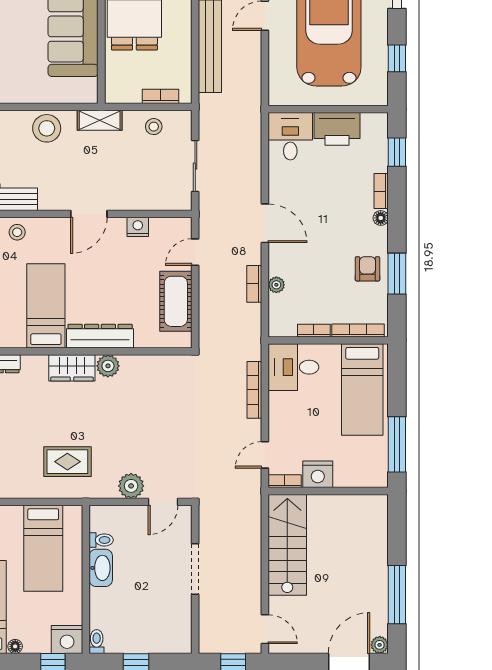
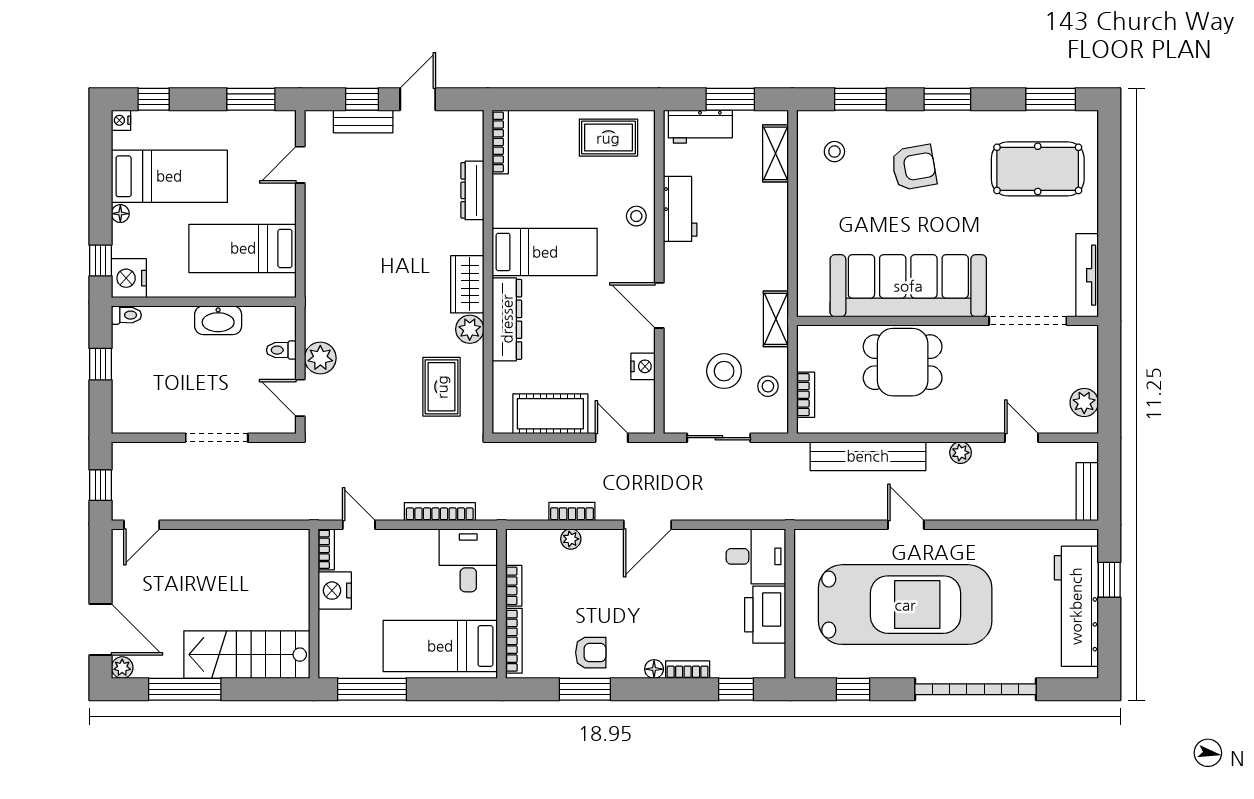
stool: (47, 128) -> (724, 371), moved
rug: (67, 462) -> (442, 387), moved
toilet: (101, 540) -> (281, 350), moved, turned 90
stairs: (287, 545) -> (247, 655), moved, turned 180

